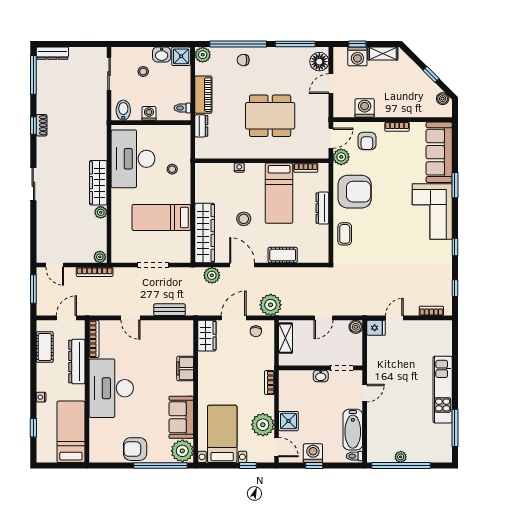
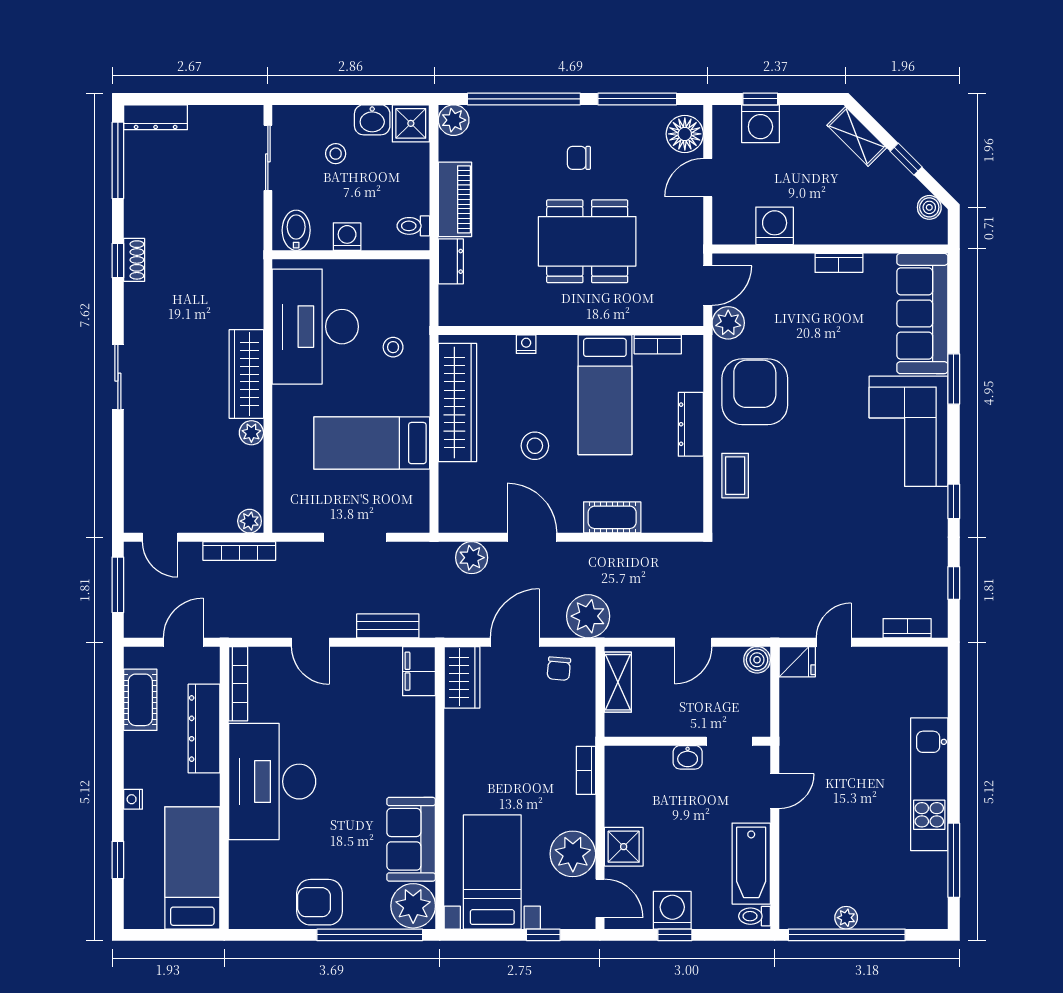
shelving: (383, 54) -> (857, 136), moved, turned 45
chair: (243, 60) -> (579, 158), moved
armchair: (367, 141) -> (779, 291), removed
armchair: (355, 192) -> (755, 392), turned -90
wardrobe: (205, 233) -> (457, 402), moved
filing cabinet: (185, 369) -> (419, 671), moved

